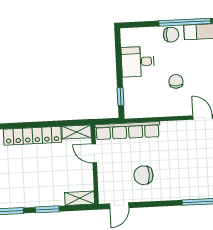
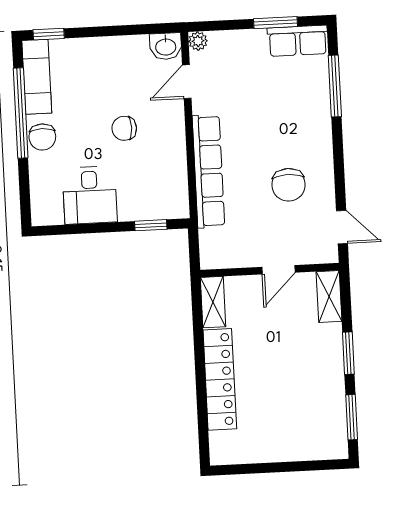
chair: (171, 35) -> (42, 137), turned 180
row of seats: (128, 131) -> (208, 171), moved
door: (94, 153) -> (278, 270), moved

